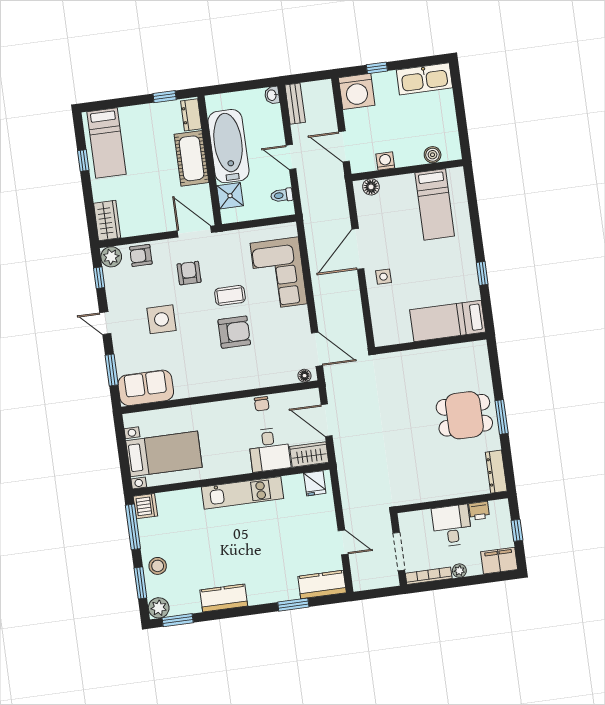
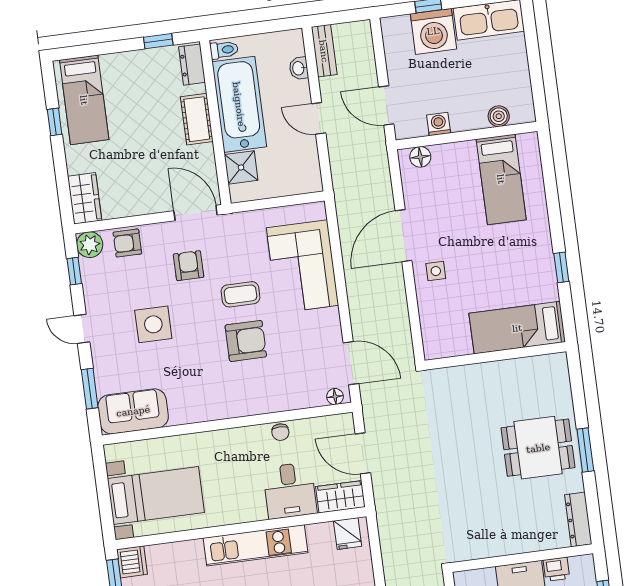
washing machine: (357, 91) -> (433, 31), moved
washbasin: (272, 95) -> (299, 68), moved
cot: (192, 158) -> (197, 119), width x0.73, depth x0.75
toilet: (282, 195) -> (224, 50), moved, turned 180

